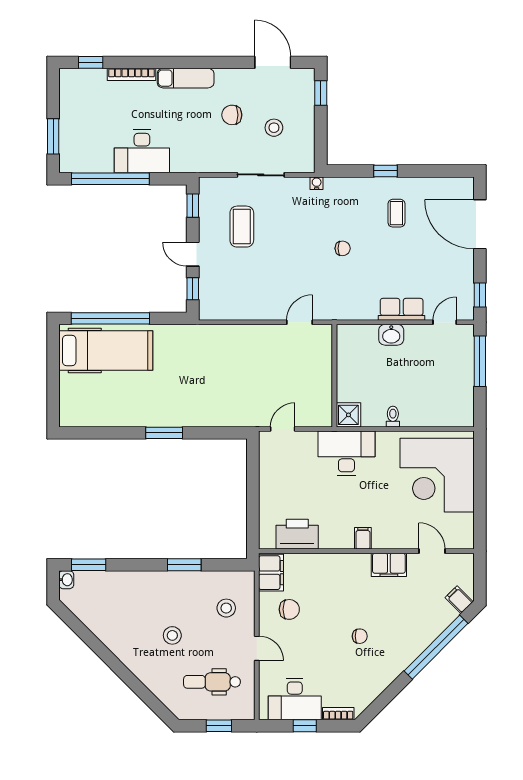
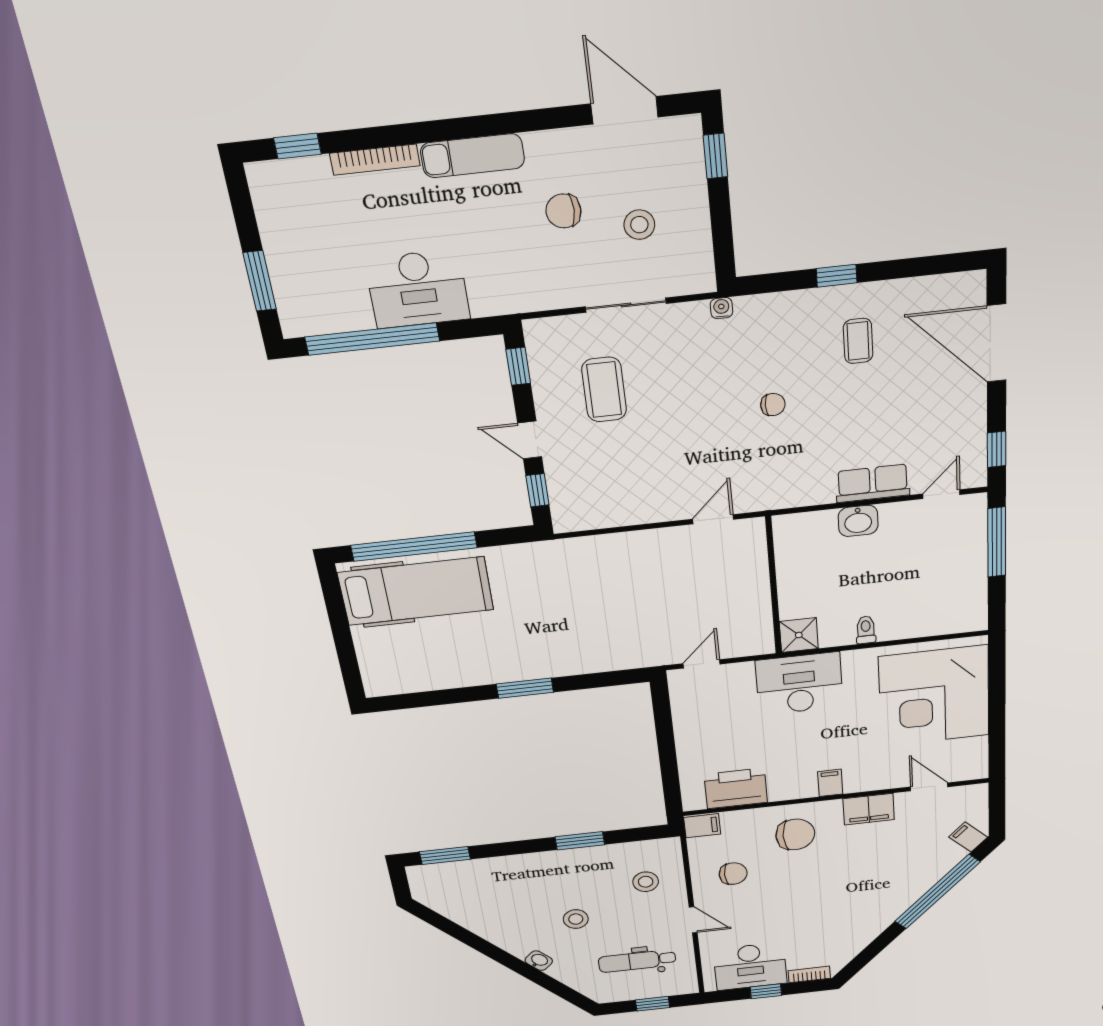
filing cabinet: (271, 573) -> (702, 826), width x0.50
washbasin: (66, 580) -> (539, 961), moved, turned -45
chair: (360, 636) -> (795, 834), moved, width x1.87, depth x1.87

